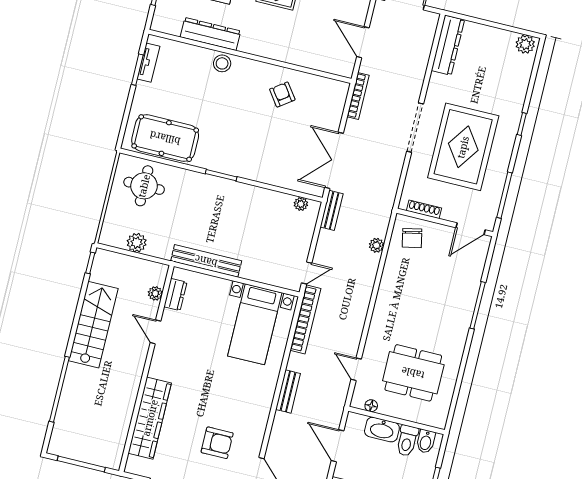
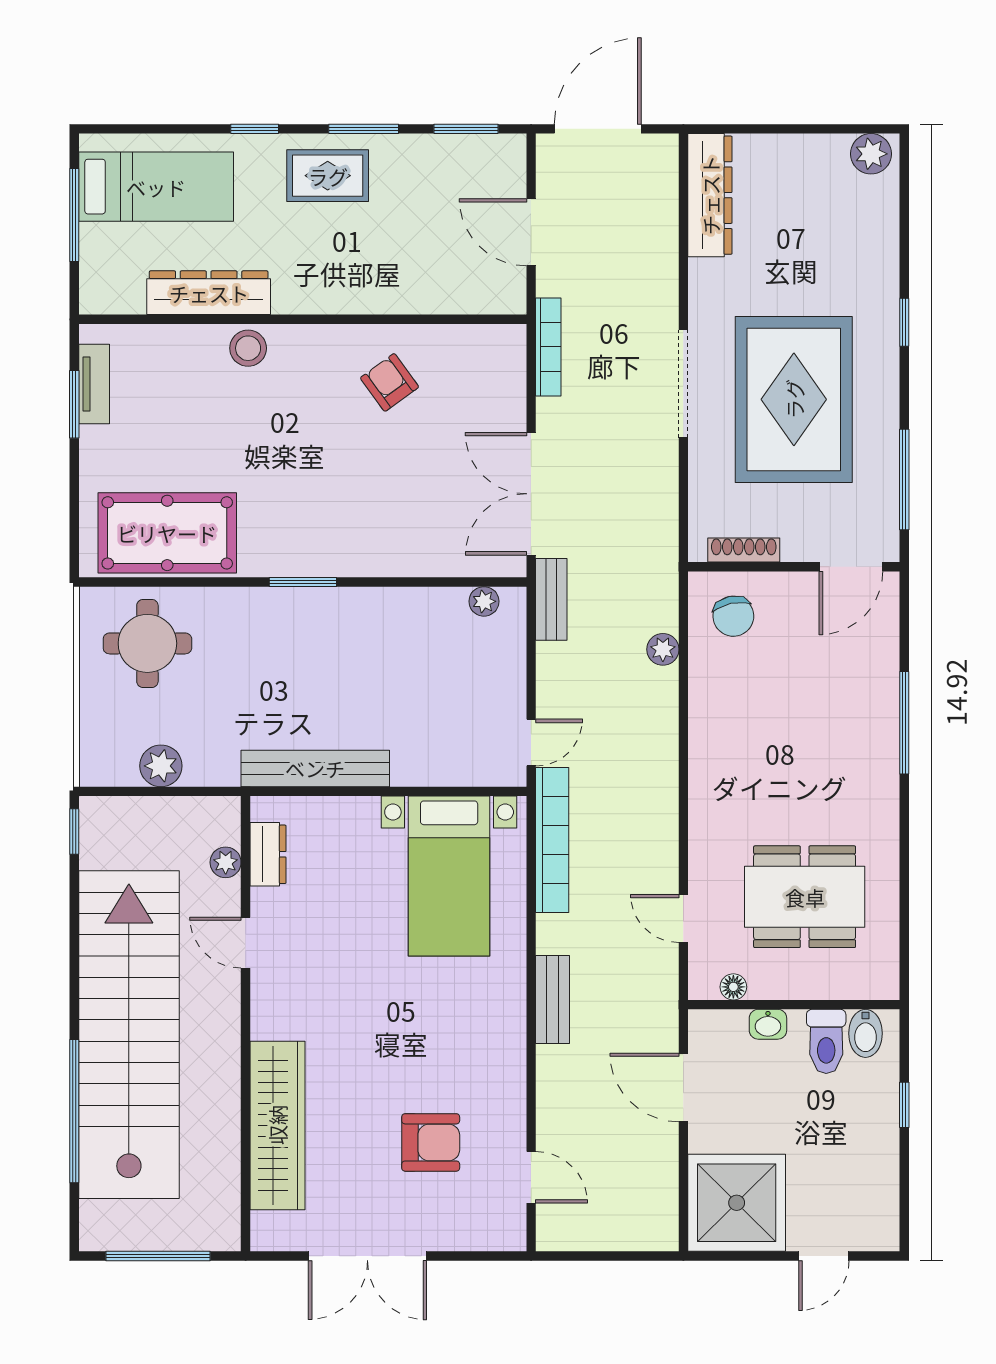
stairs: (93, 325) -> (129, 1035), width x1.86, depth x1.51
washbasin: (382, 430) -> (768, 1024), width x0.52, depth x0.69

